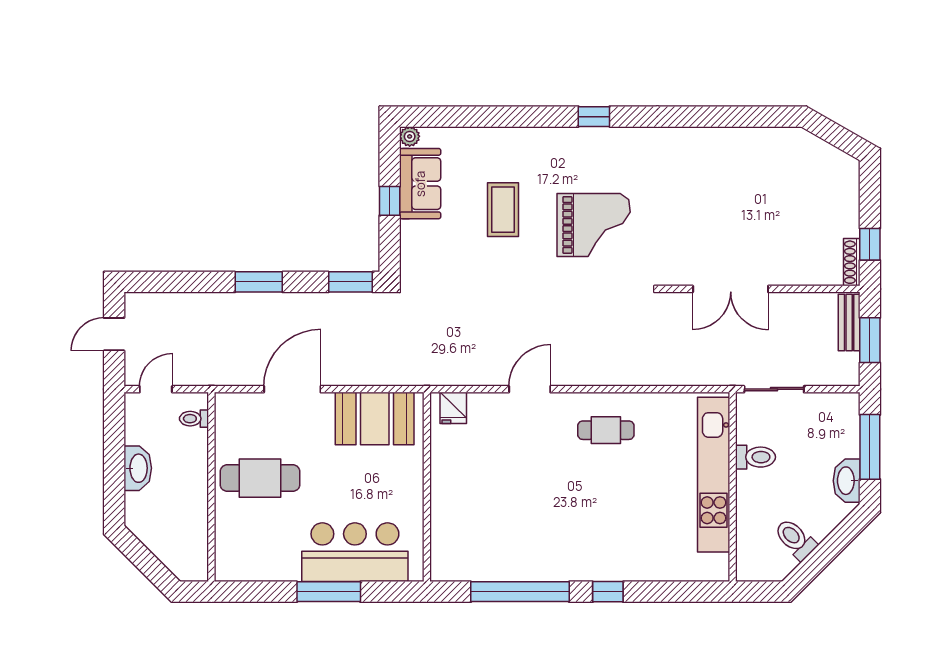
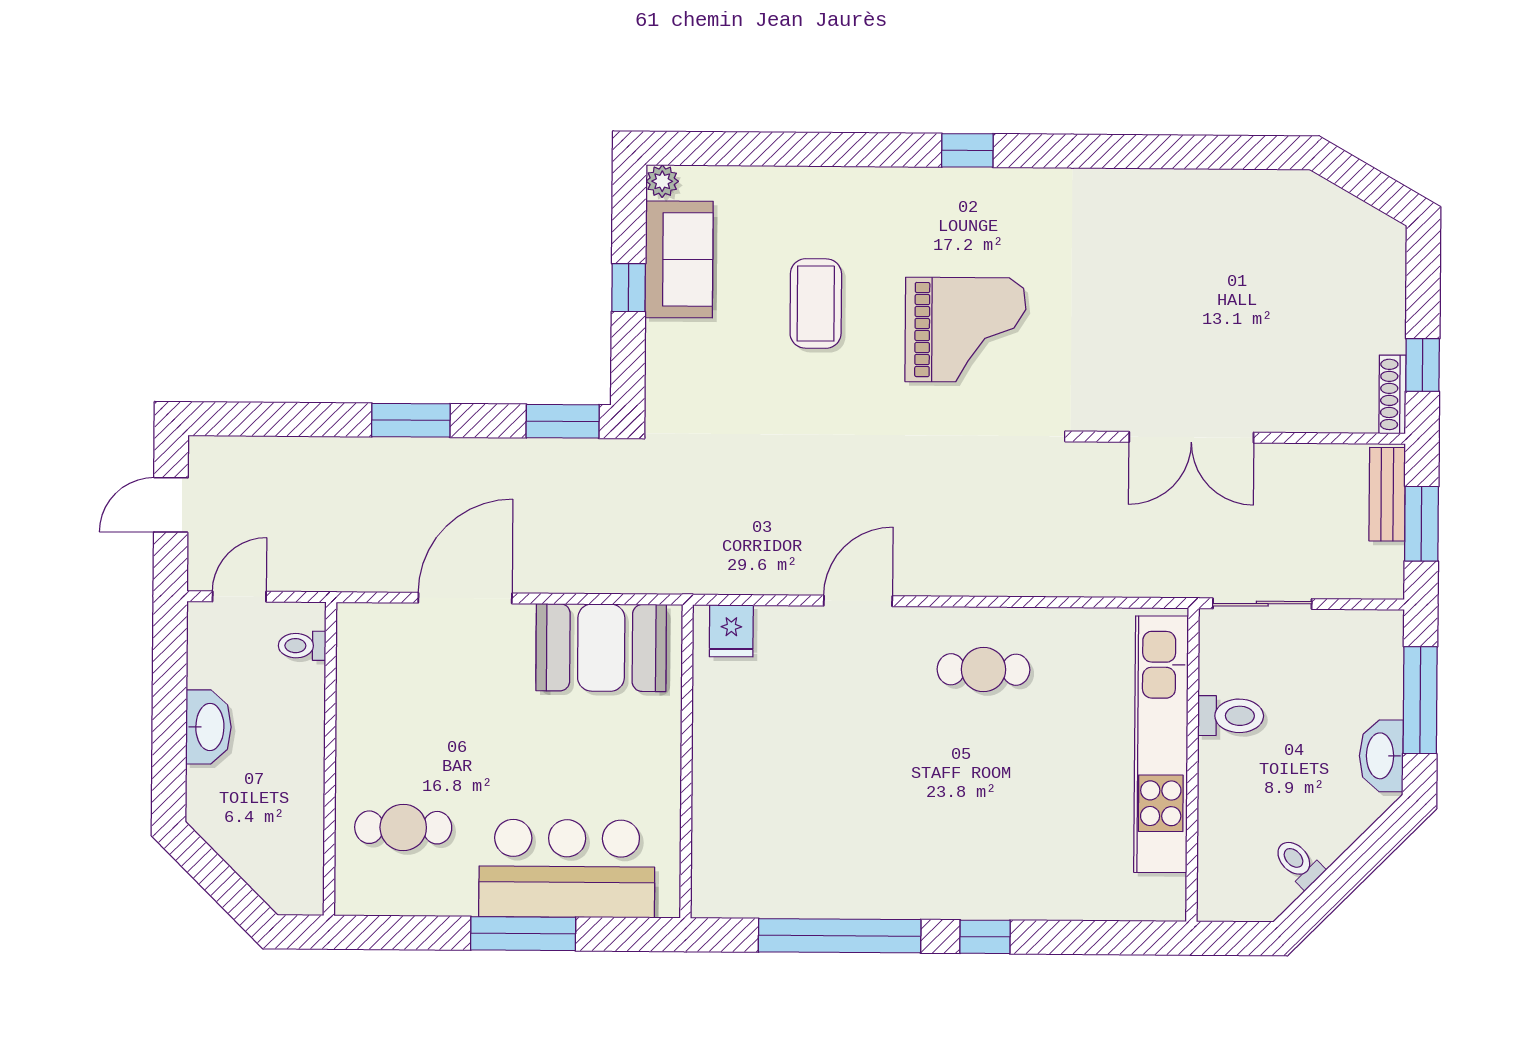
cafe table: (260, 478) -> (403, 827), moved, width x0.73, depth x0.74
toilet: (795, 539) -> (1298, 863), width x0.73, depth x0.72

